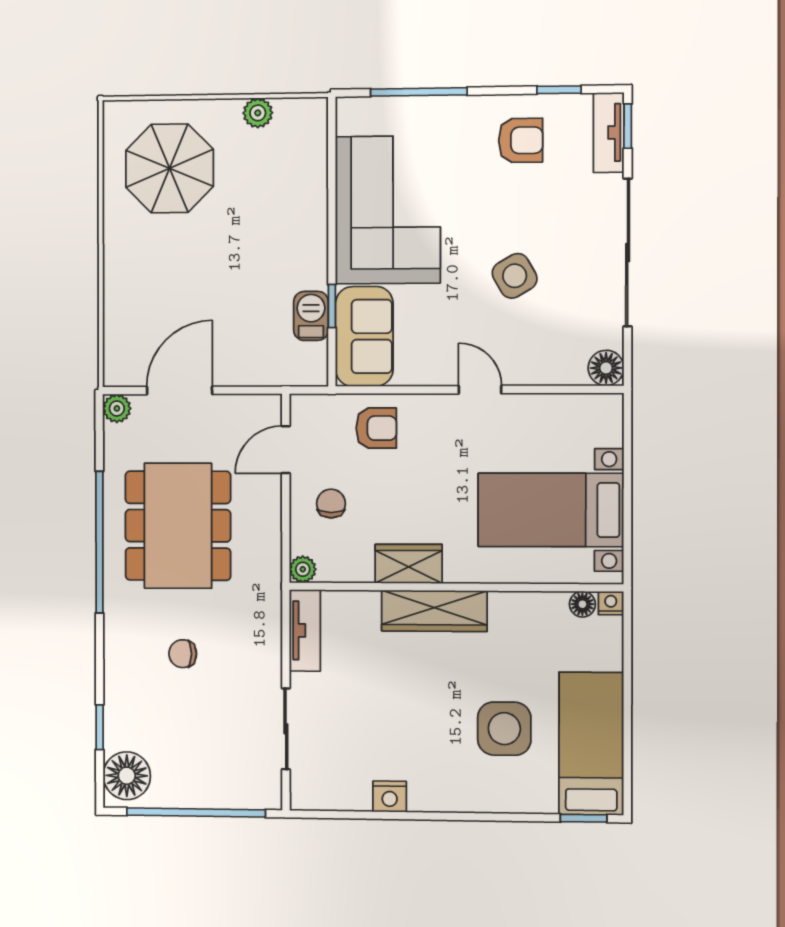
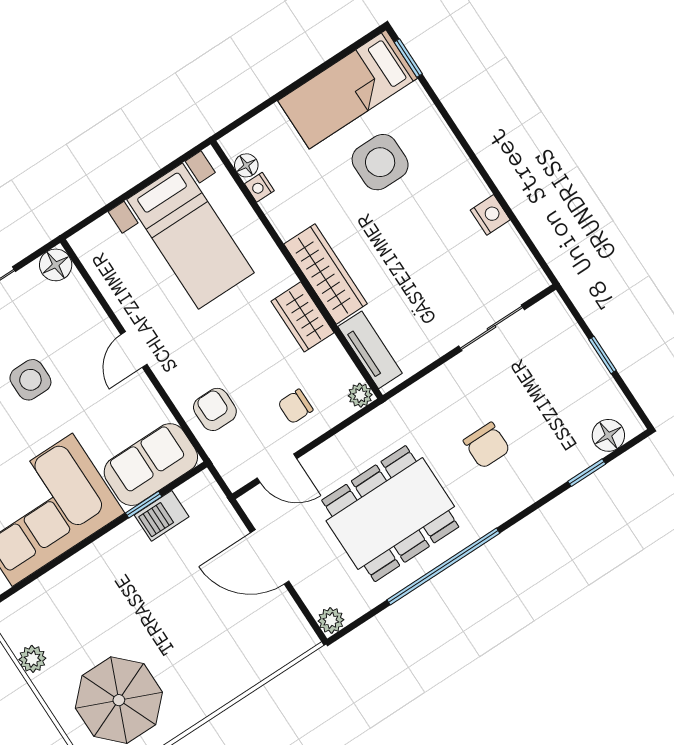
side table: (515, 276) -> (30, 380), turned 30
door: (179, 390) -> (270, 557), moved
nightstand: (611, 603) -> (259, 187), moved
tv unit: (305, 630) -> (370, 350), moved, turned 90
chair: (183, 654) -> (487, 445), width x1.37, depth x1.37
floor lamp: (127, 776) -> (608, 435), width x0.73, depth x0.73
window: (196, 812) -> (603, 355), width x0.32

